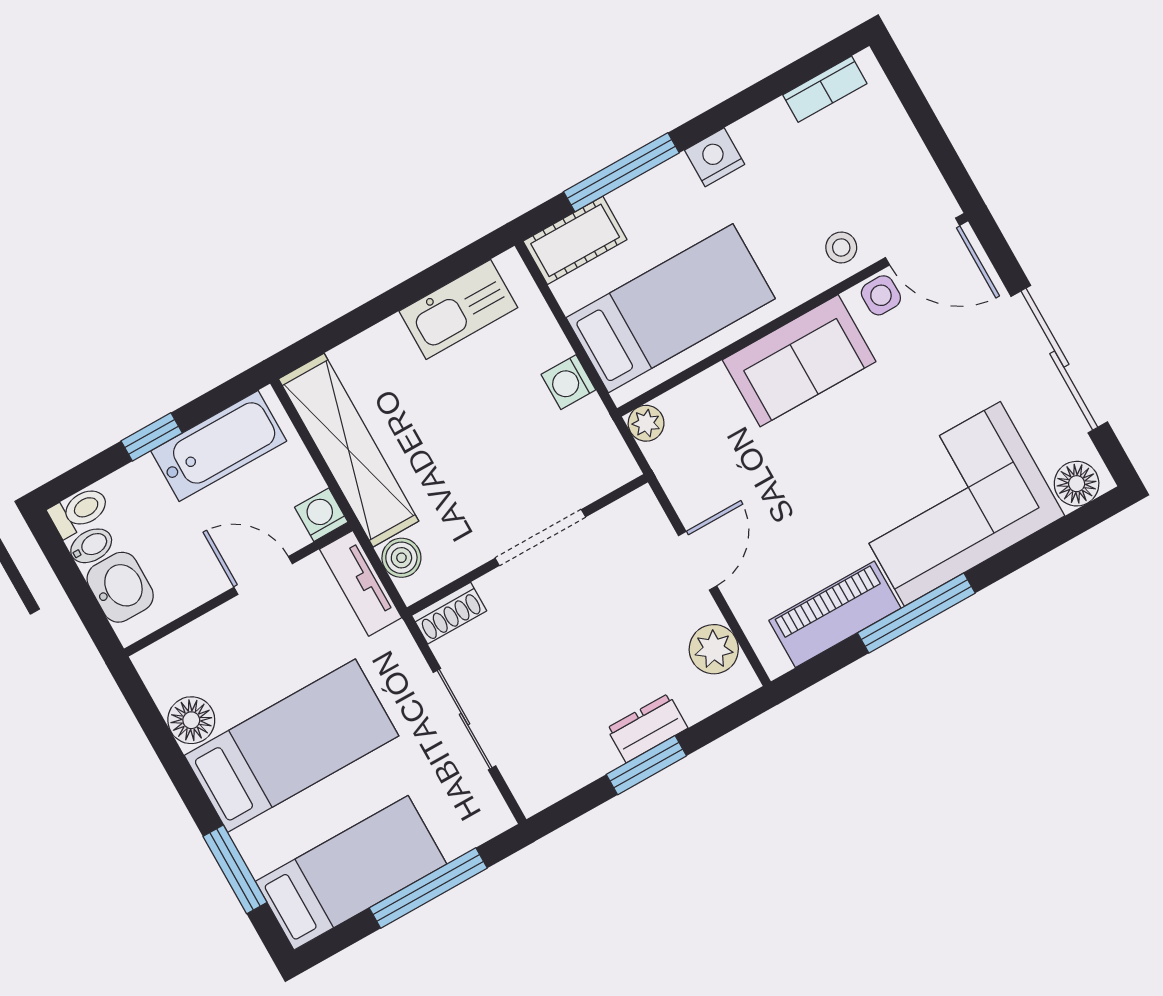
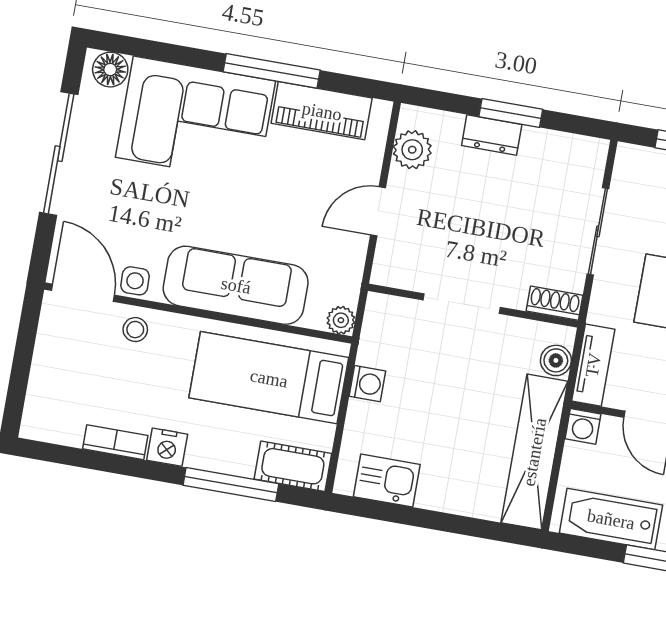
bookcase: (825, 89) -> (115, 442), moved
kitchen sink: (458, 309) -> (387, 481), width x0.73
sofa: (799, 361) -> (236, 285), width x1.36

